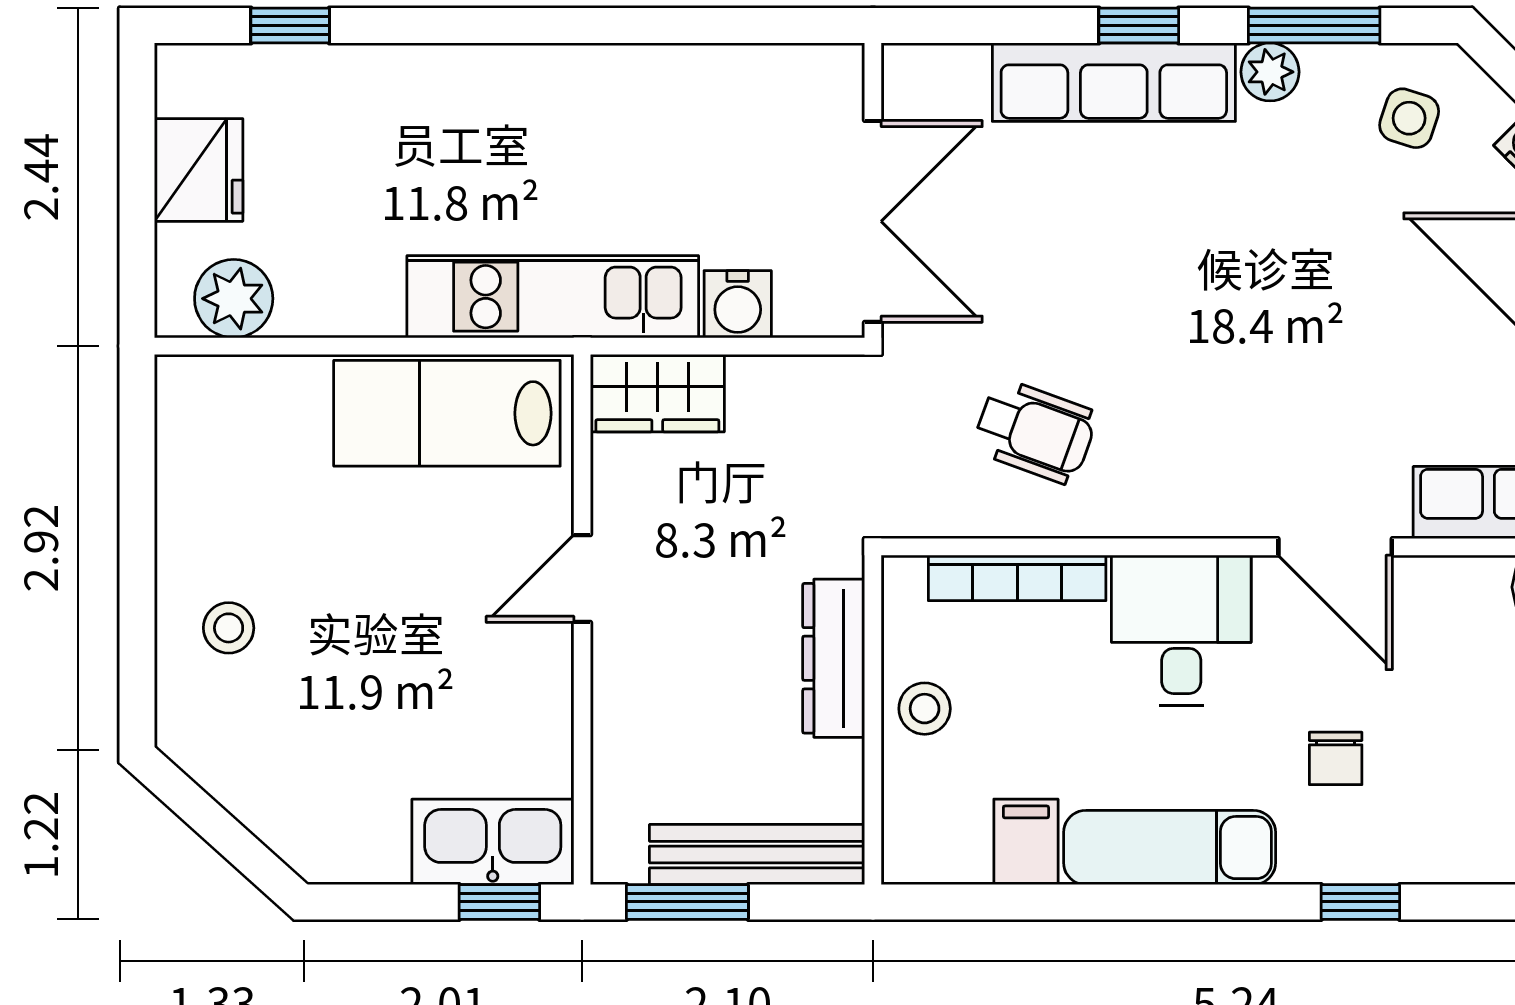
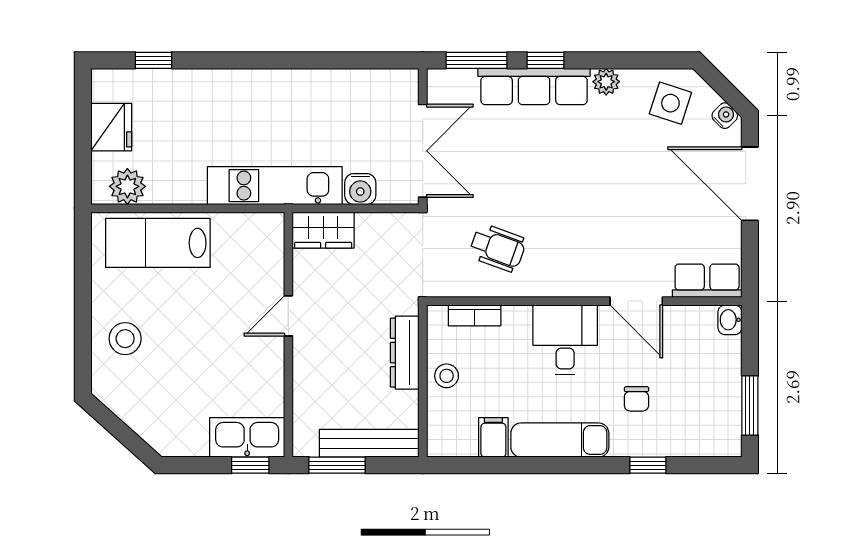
window: (1314, 26) -> (477, 60), moved
side table: (1409, 118) -> (670, 103), width x1.37, depth x1.37
lab bench: (447, 413) -> (158, 243), moved
bookcase: (1017, 578) -> (475, 315), width x0.64
stool: (229, 628) -> (125, 339), width x1.37, depth x1.37

